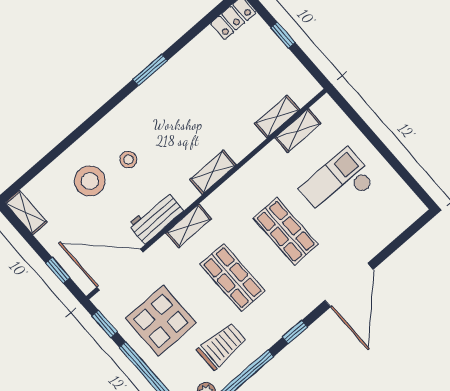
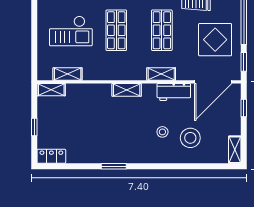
shelving: (277, 117) -> (51, 90), moved
door: (120, 270) -> (213, 82), hinge flipped

